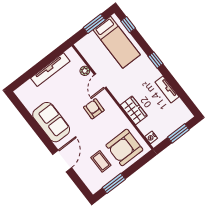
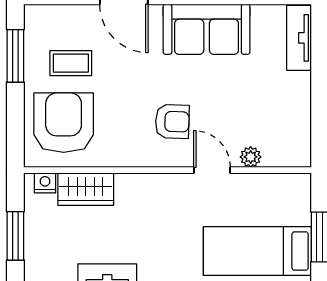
tv unit: (50, 70) -> (299, 38), moved, width x0.71
wardrobe: (134, 110) -> (86, 189), moved

